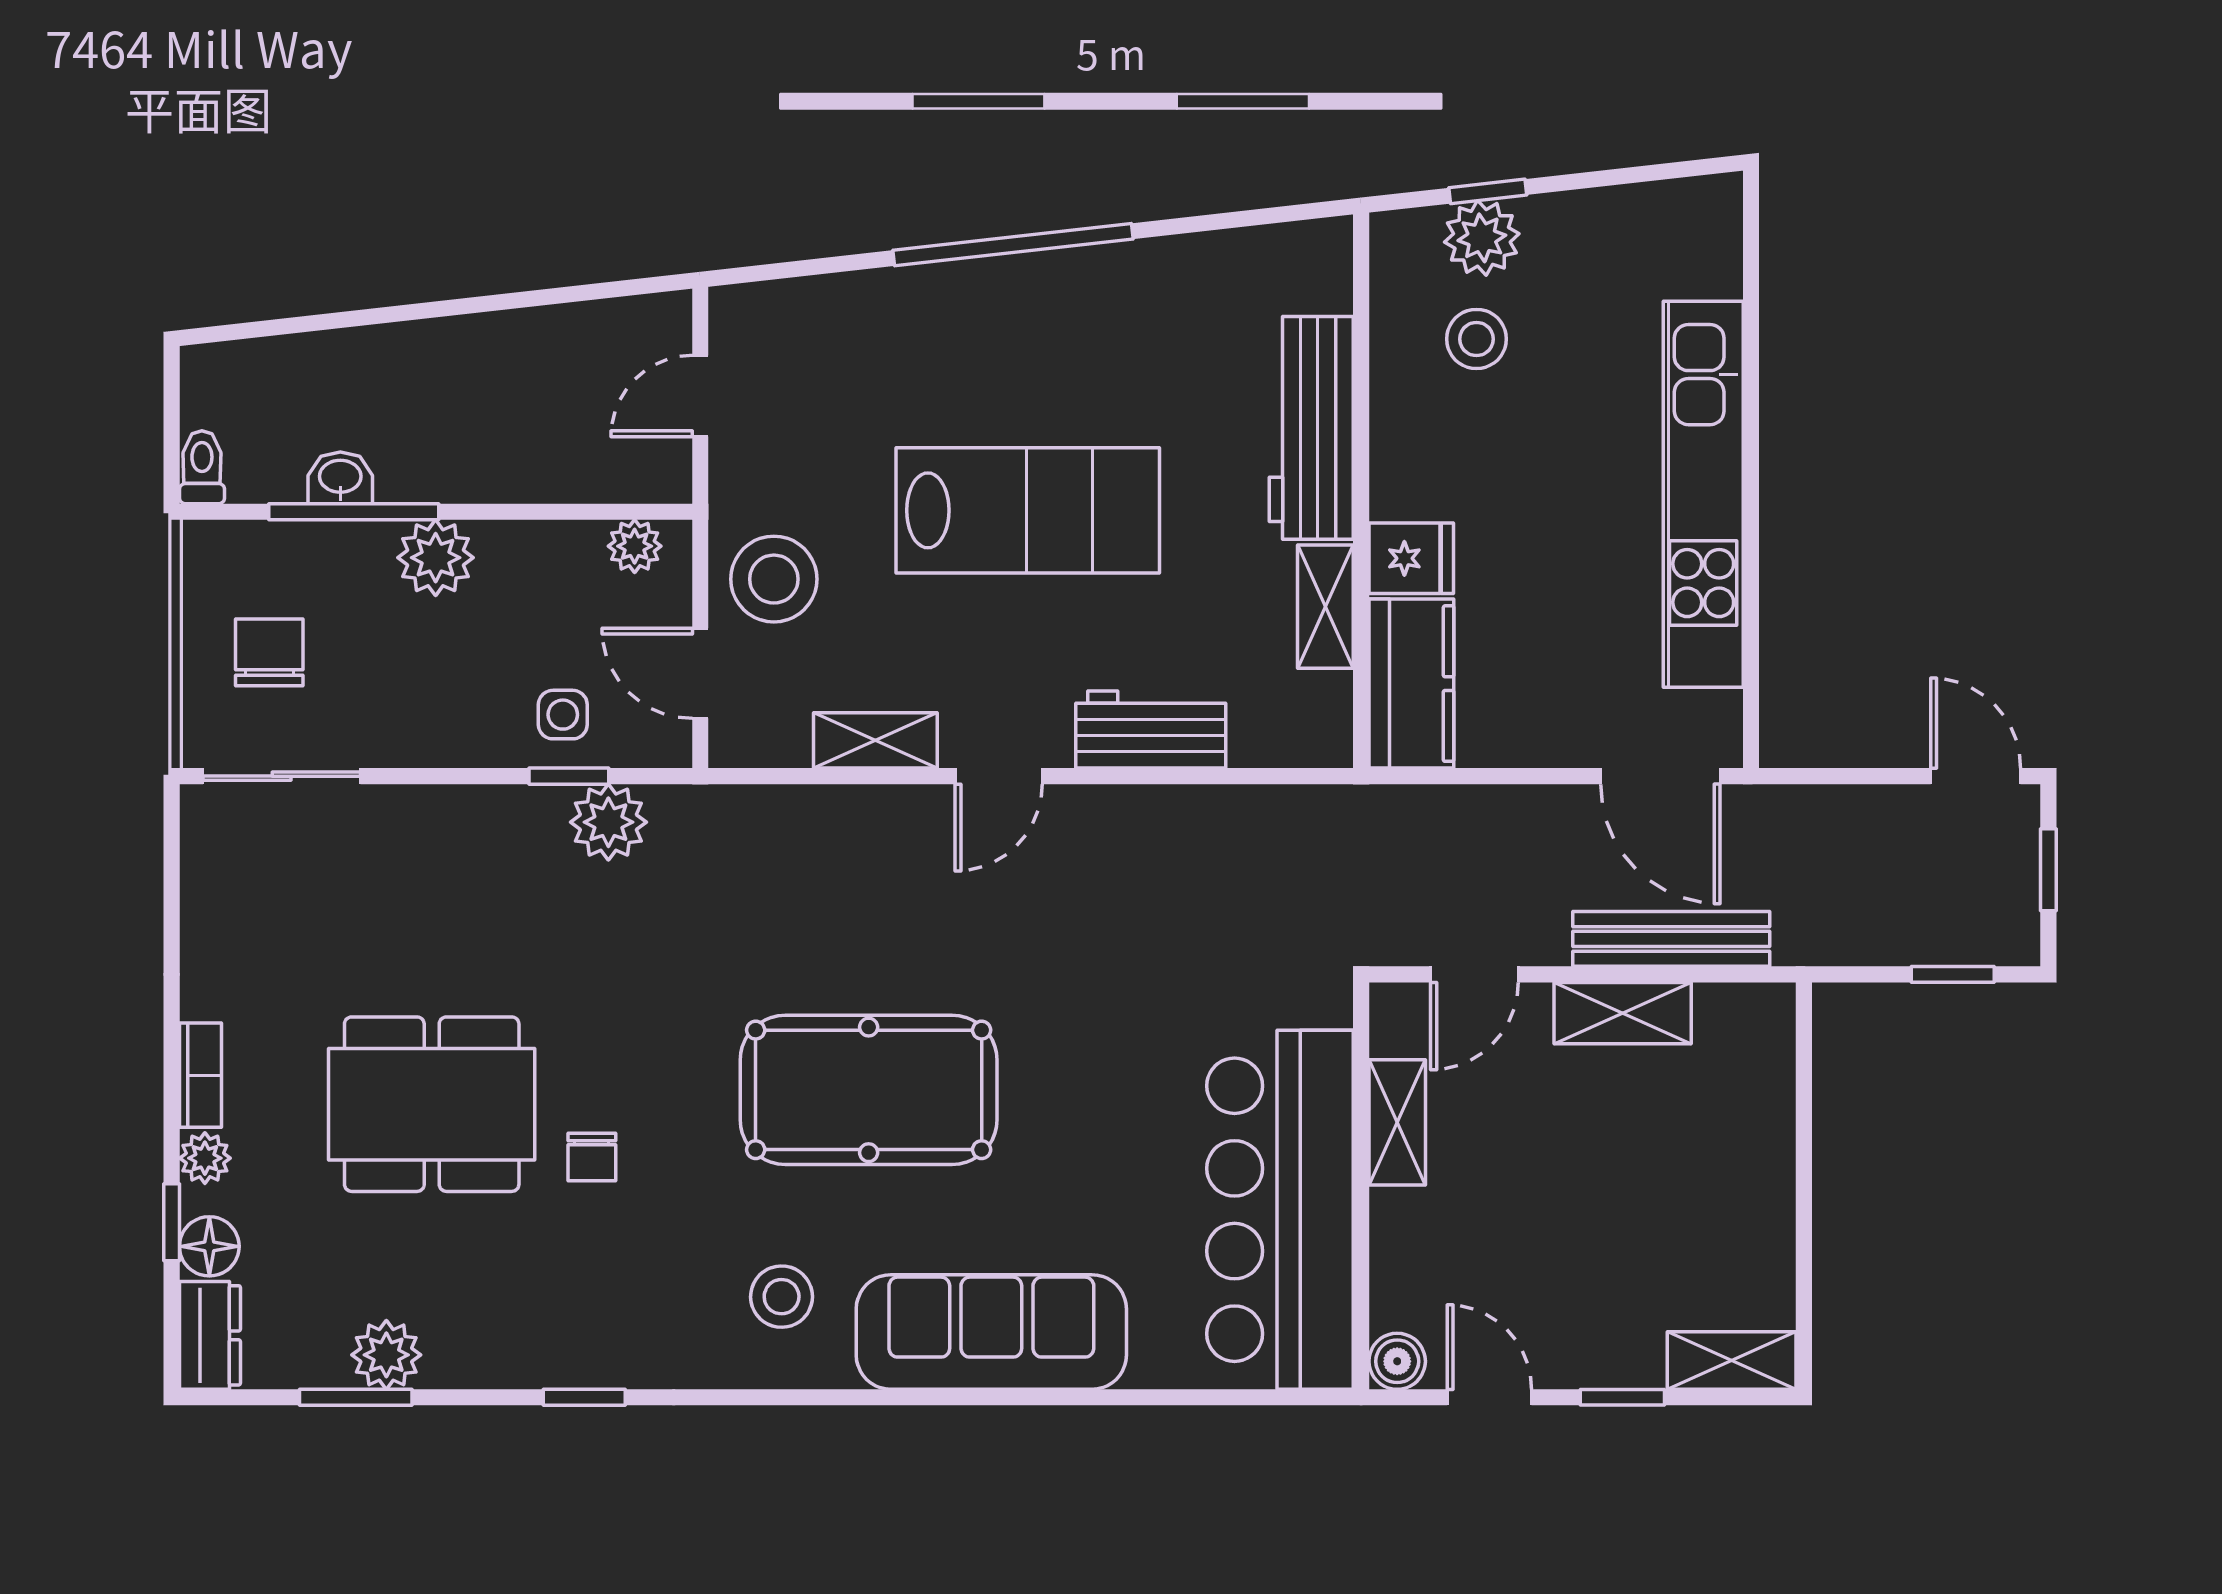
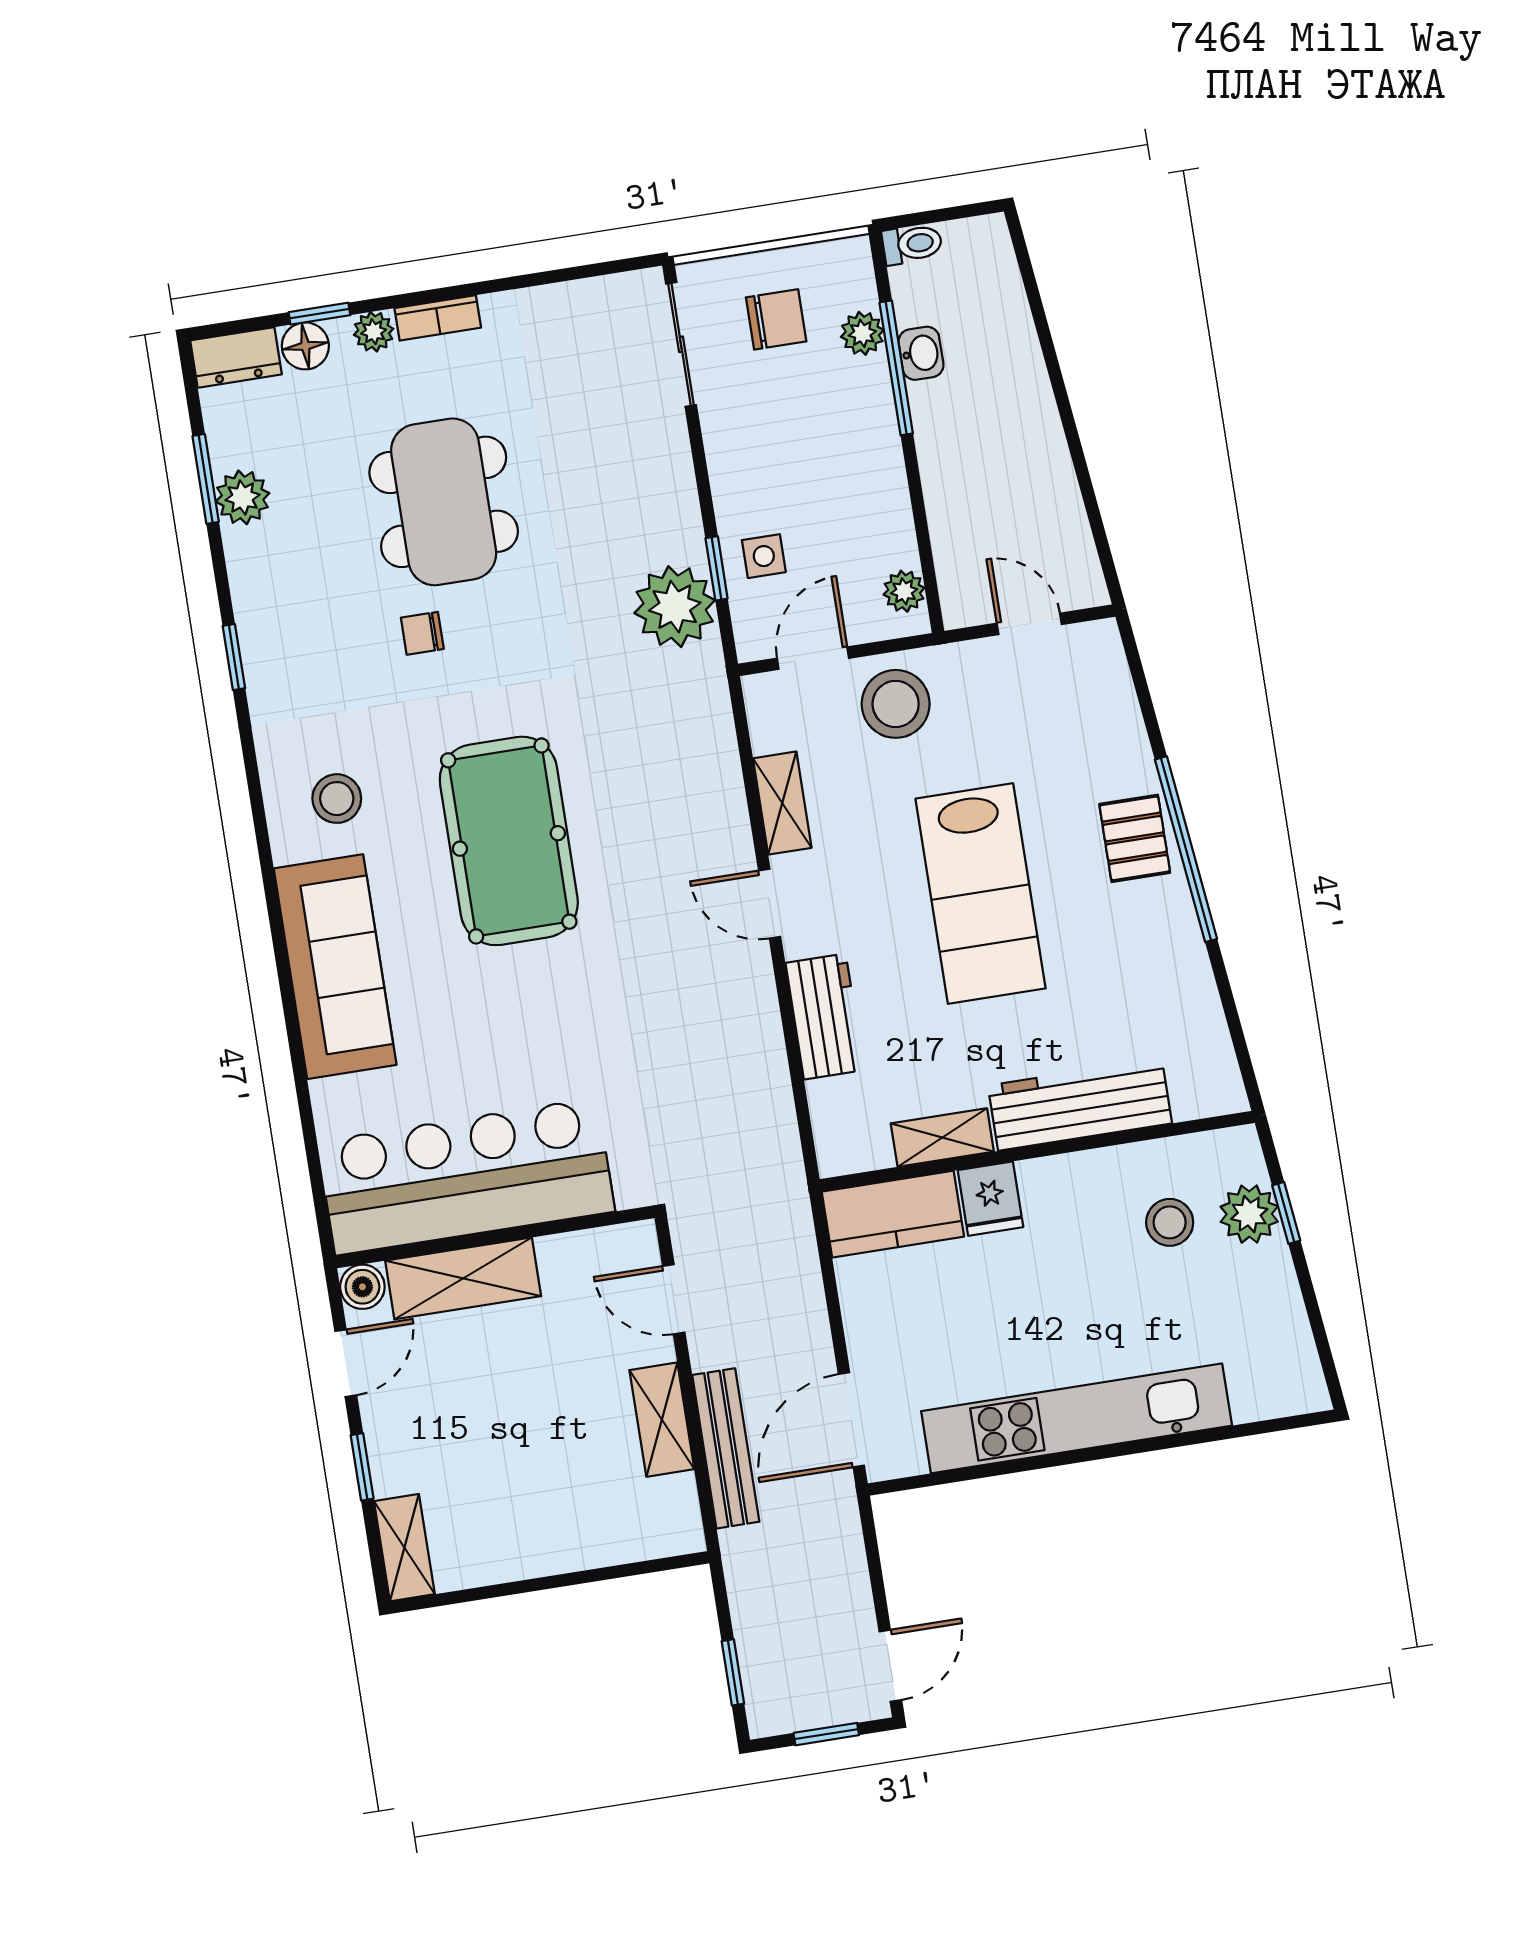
pallet: (989, 307) -> (1135, 838), added
plant: (436, 558) -> (862, 333), moved, width x0.73, depth x0.73
plant: (608, 822) -> (675, 607), width x1.36, depth x1.36
shelving: (1397, 1122) -> (463, 1278), moved, width x1.50, depth x1.33

